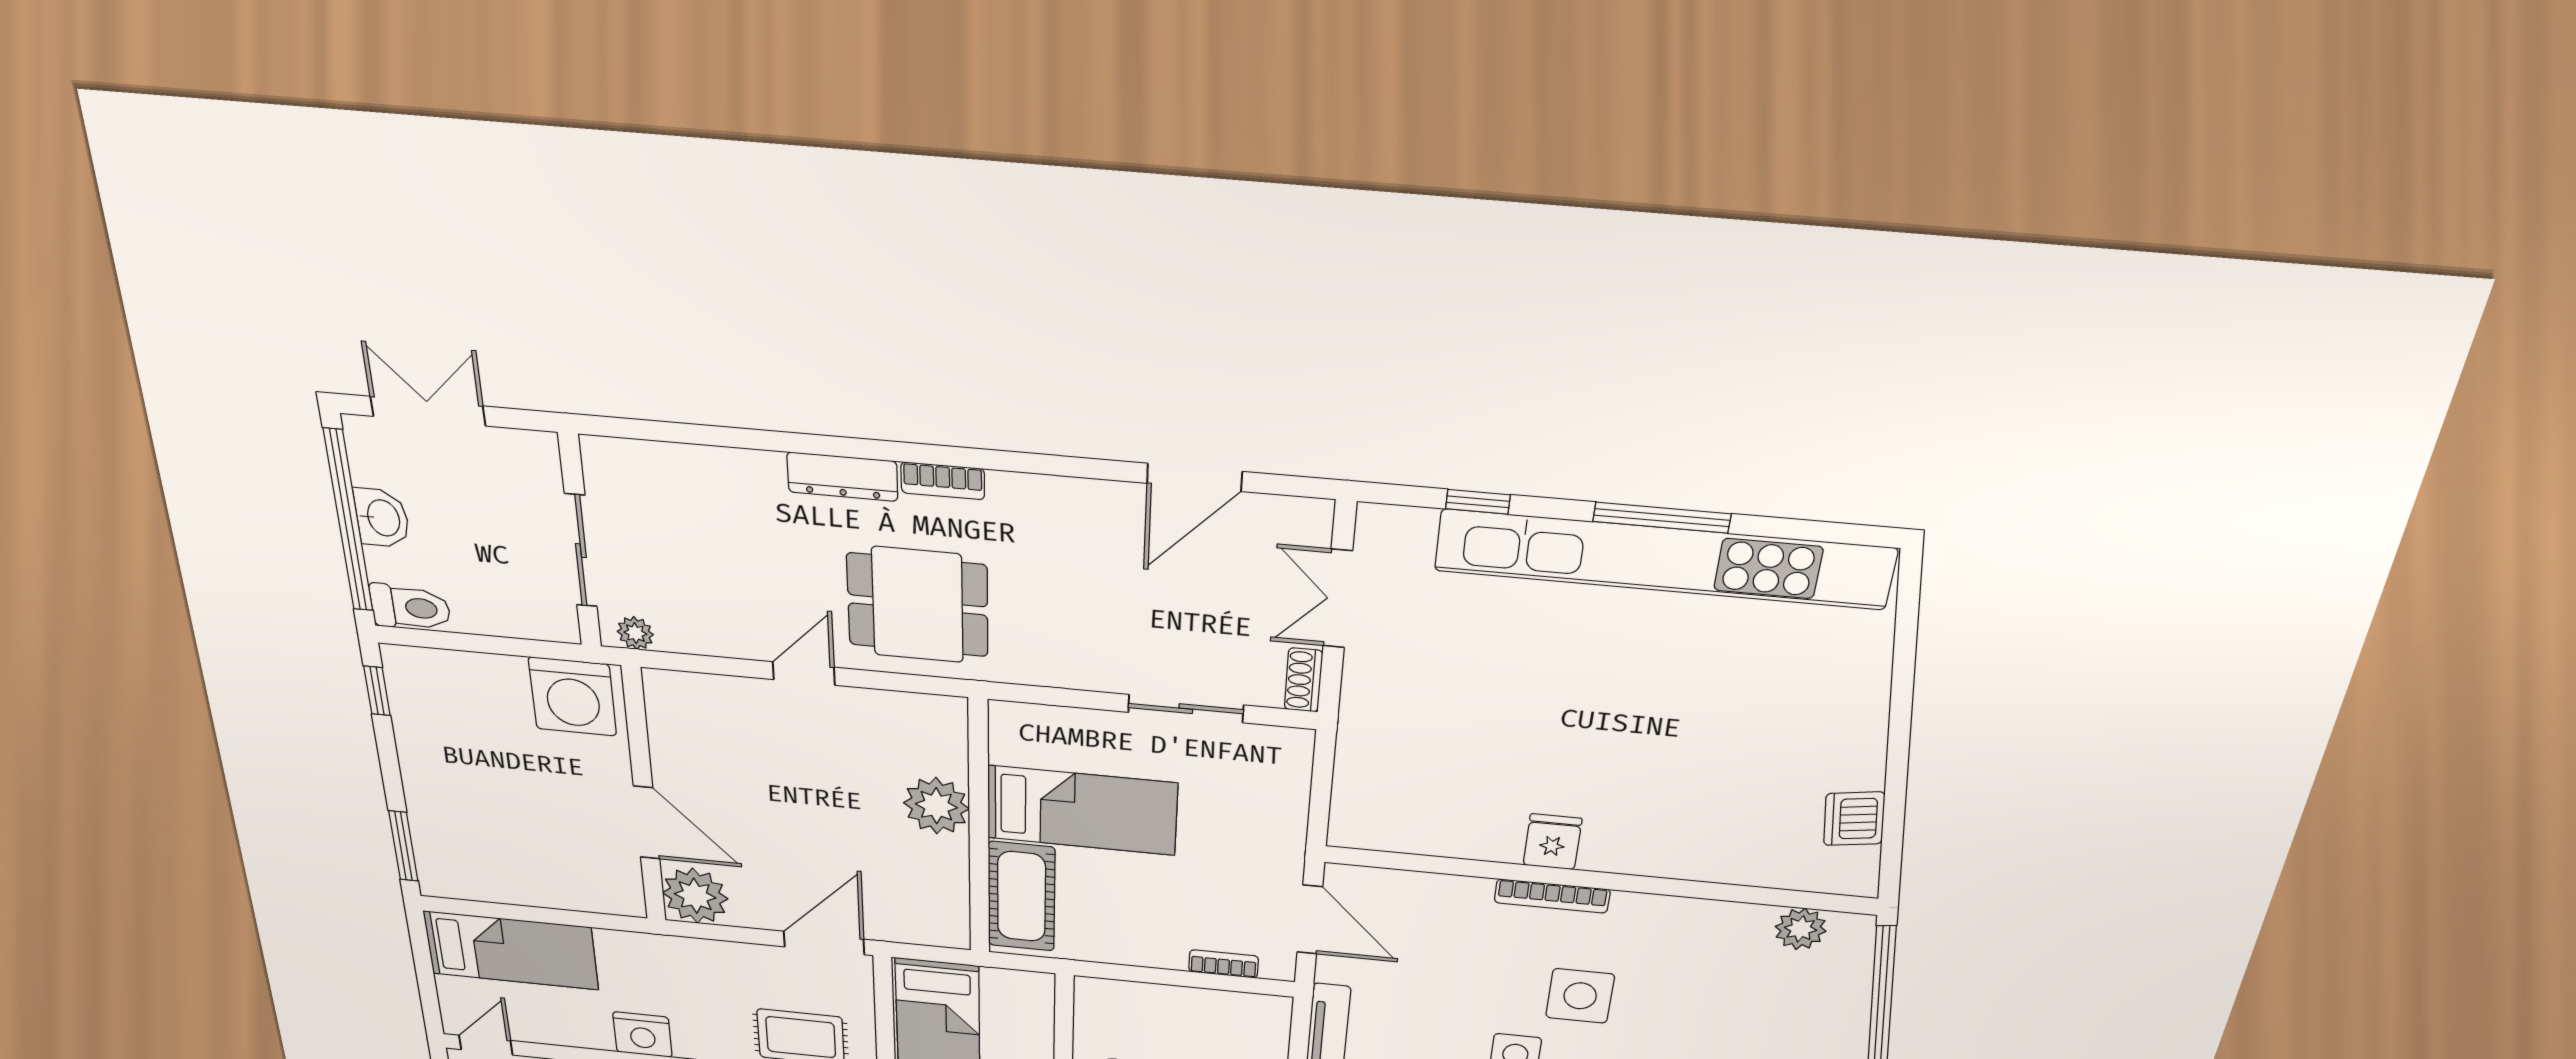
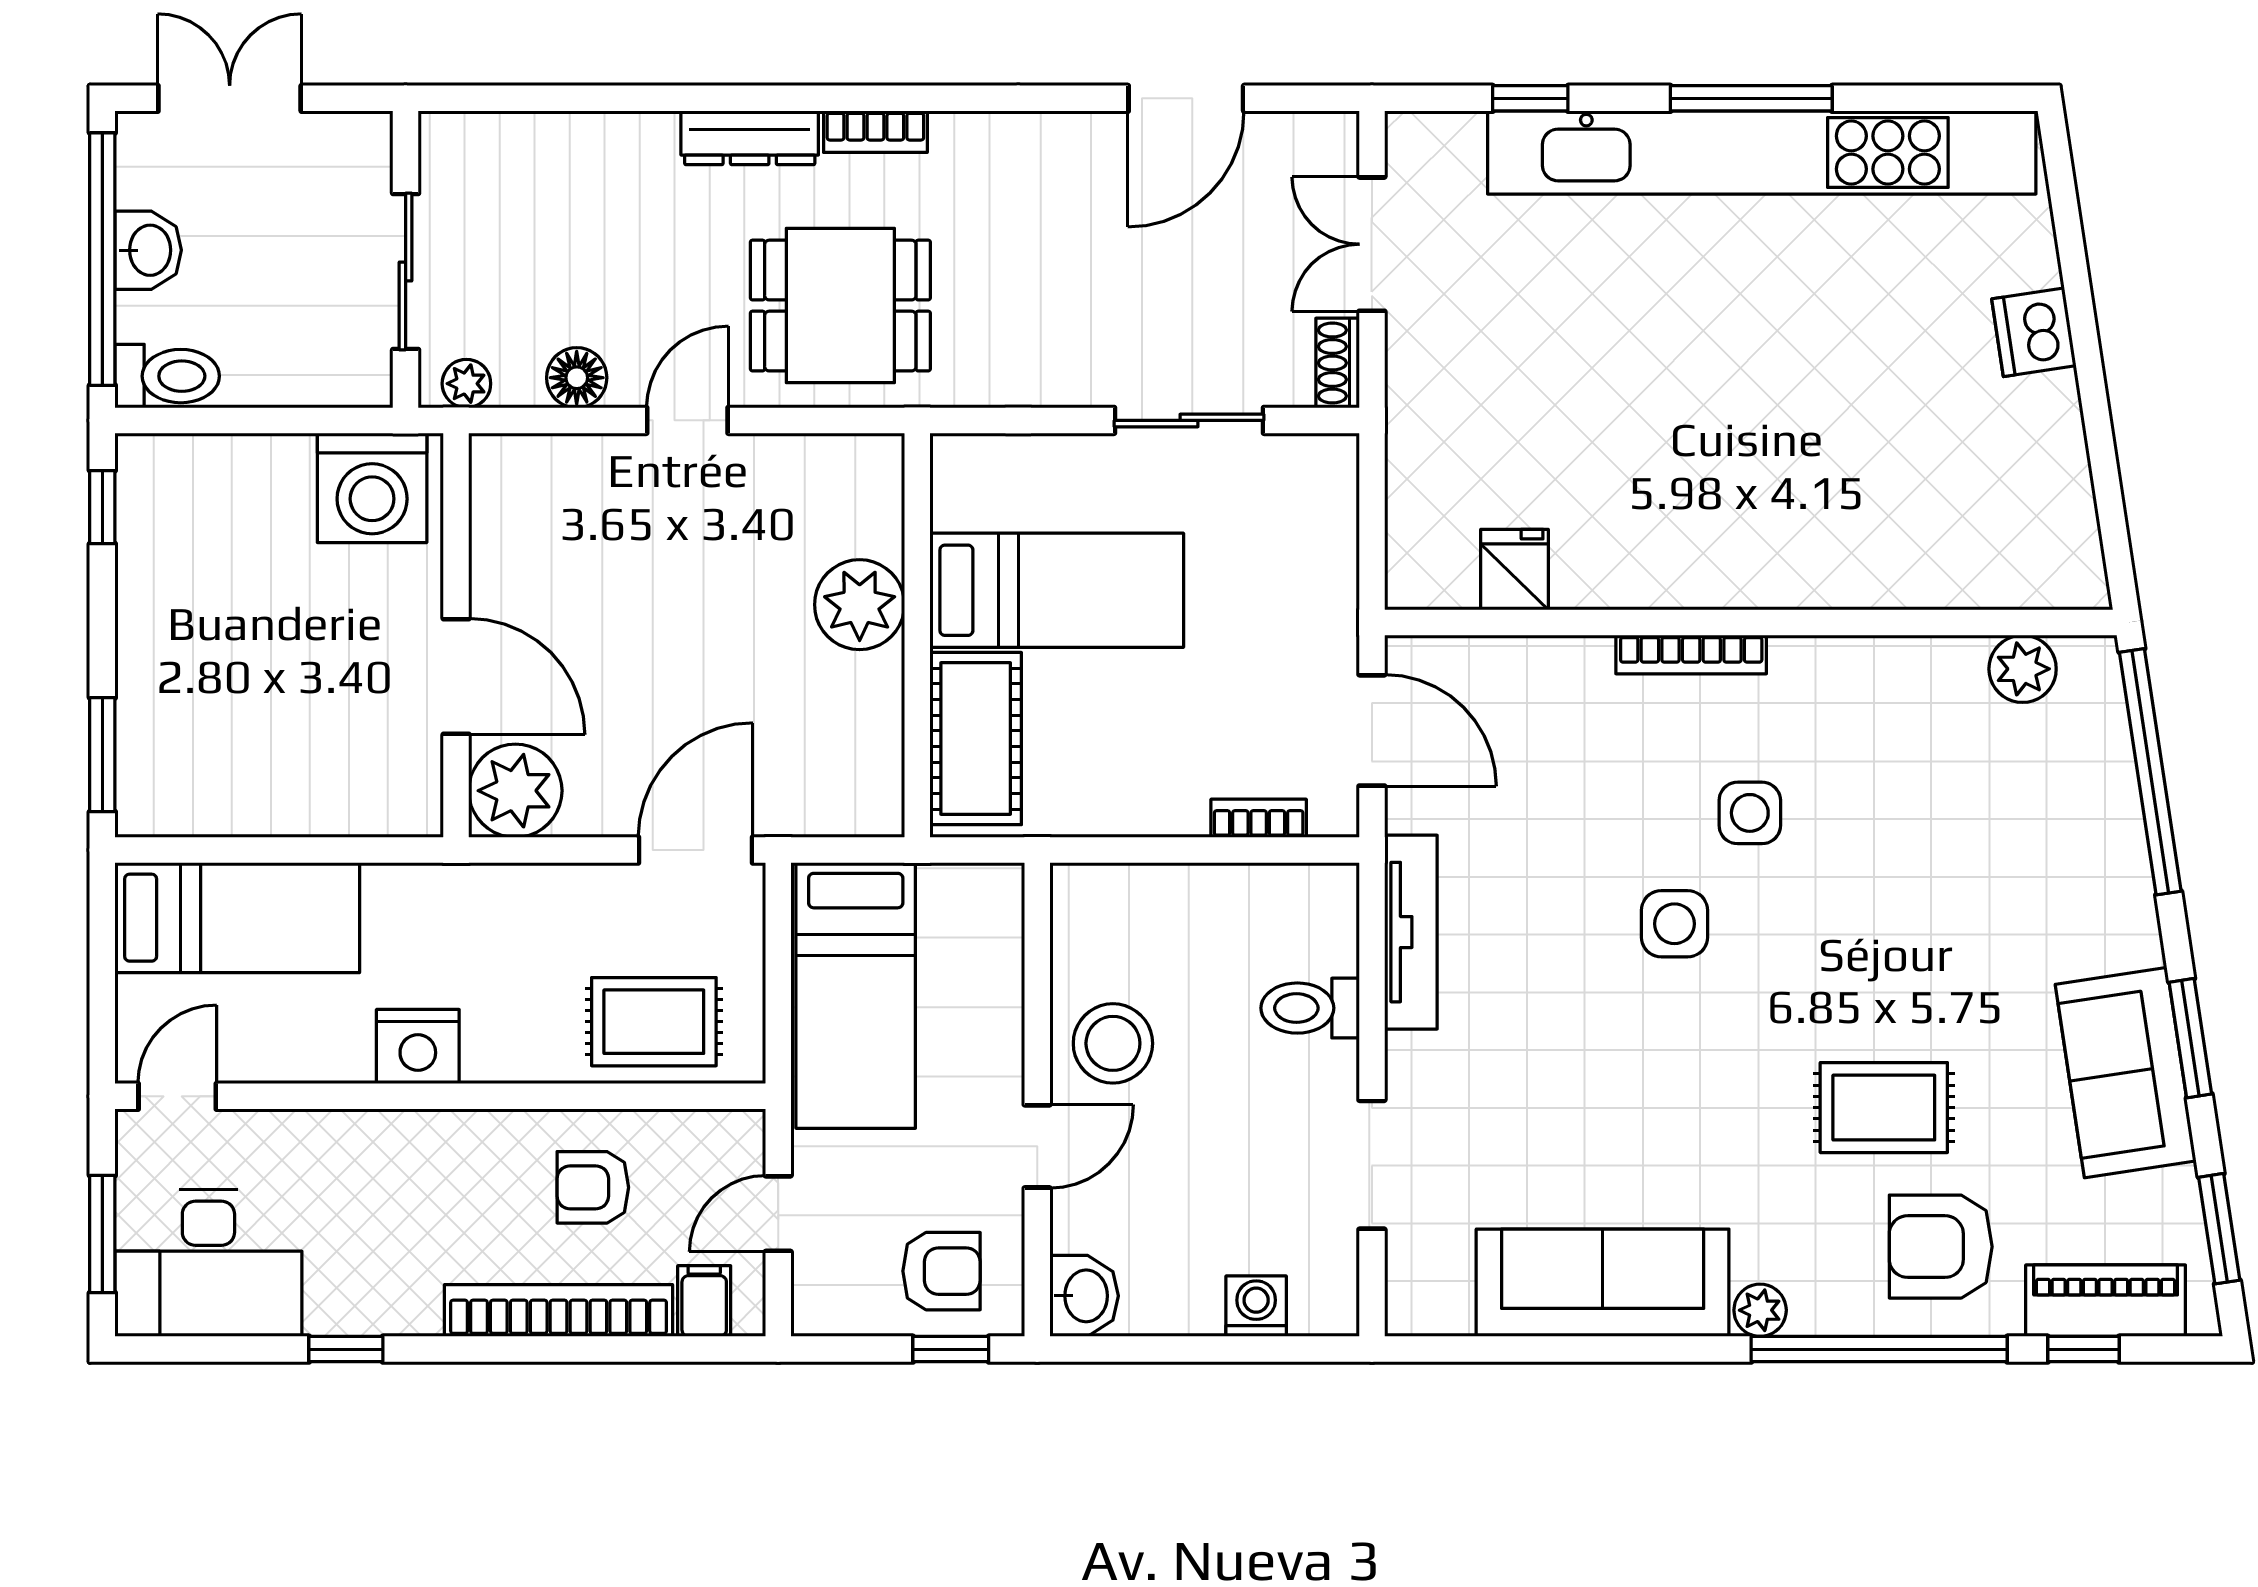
floor lamp: (718, 637) -> (577, 378), added
dishwasher: (1854, 819) -> (2034, 332), moved
fridge: (1552, 842) -> (1514, 570), moved
side table: (1580, 996) -> (1750, 813), width x0.73, depth x0.73

